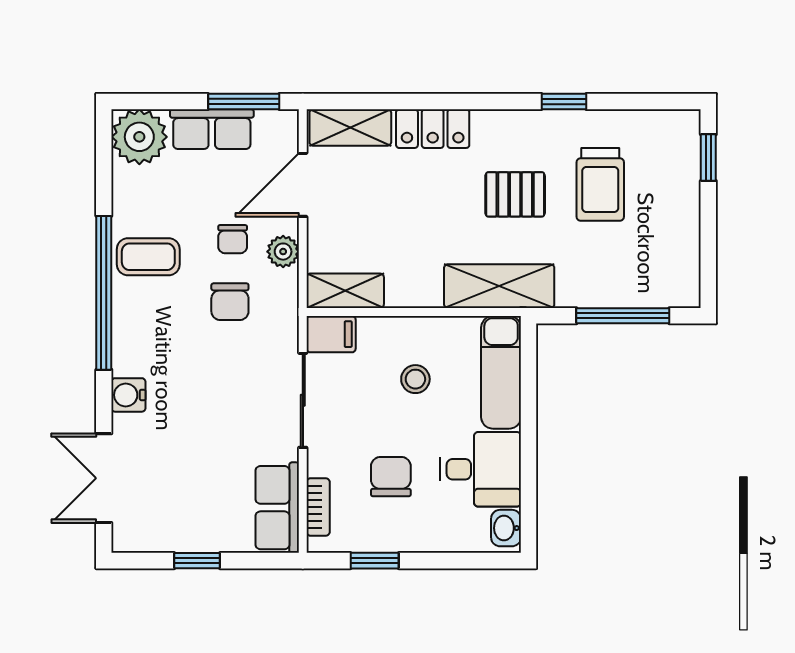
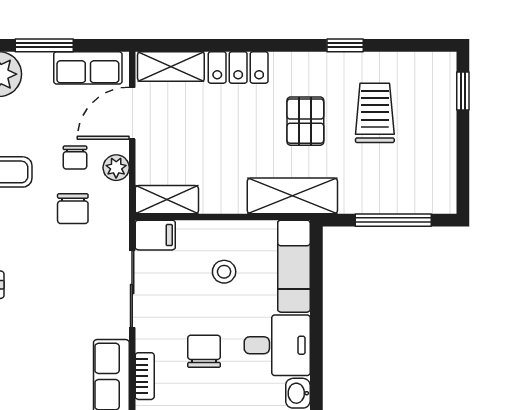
window: (244, 102) -> (44, 45), moved
row of seats: (212, 129) -> (88, 68), moved
trolley: (600, 184) -> (375, 113), turned 180
pallet: (515, 194) -> (305, 121), turned 90

